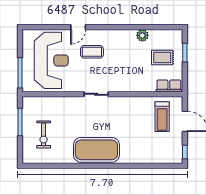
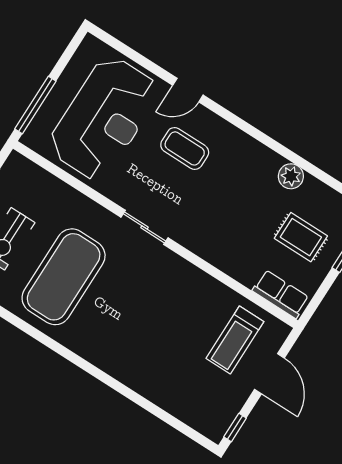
exercise mat: (96, 150) -> (64, 277), moved, turned 90

